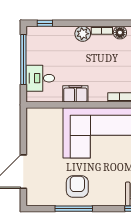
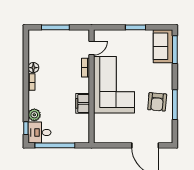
plant: (83, 34) -> (34, 115), moved
desk: (40, 78) -> (40, 132), moved, turned 90
armchair: (77, 186) -> (157, 102), turned -85

